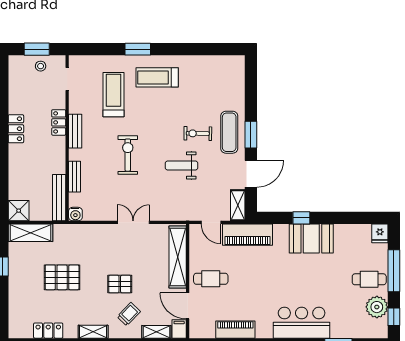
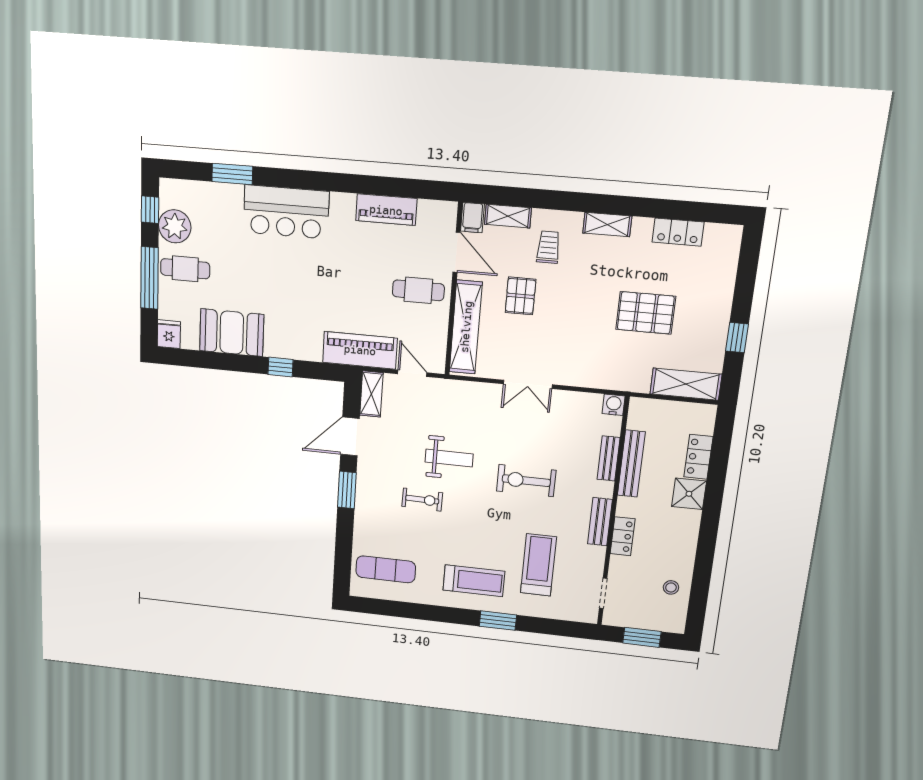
stool: (41, 66) -> (671, 587), moved
treadmill: (114, 95) -> (538, 565), turned 180
locker: (16, 129) -> (698, 457), moved
exercise mat: (229, 132) -> (386, 569), moved, turned 90
exercise bike: (128, 155) -> (526, 481), turned 90
bench: (59, 198) -> (631, 464), moved
shower: (19, 211) -> (689, 494), moved
booth: (311, 239) -> (232, 333), moved
pallet: (120, 284) -> (521, 296), moved, turned 90
trolley: (129, 314) -> (548, 247), turned 136

